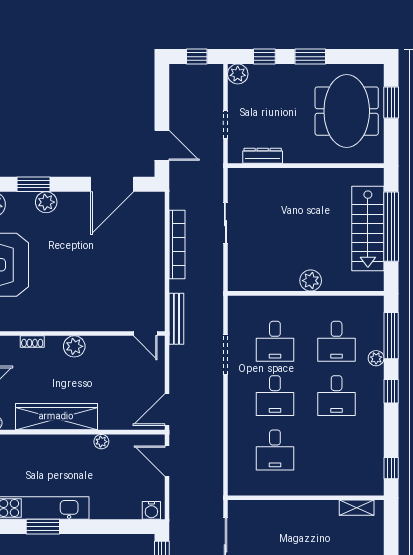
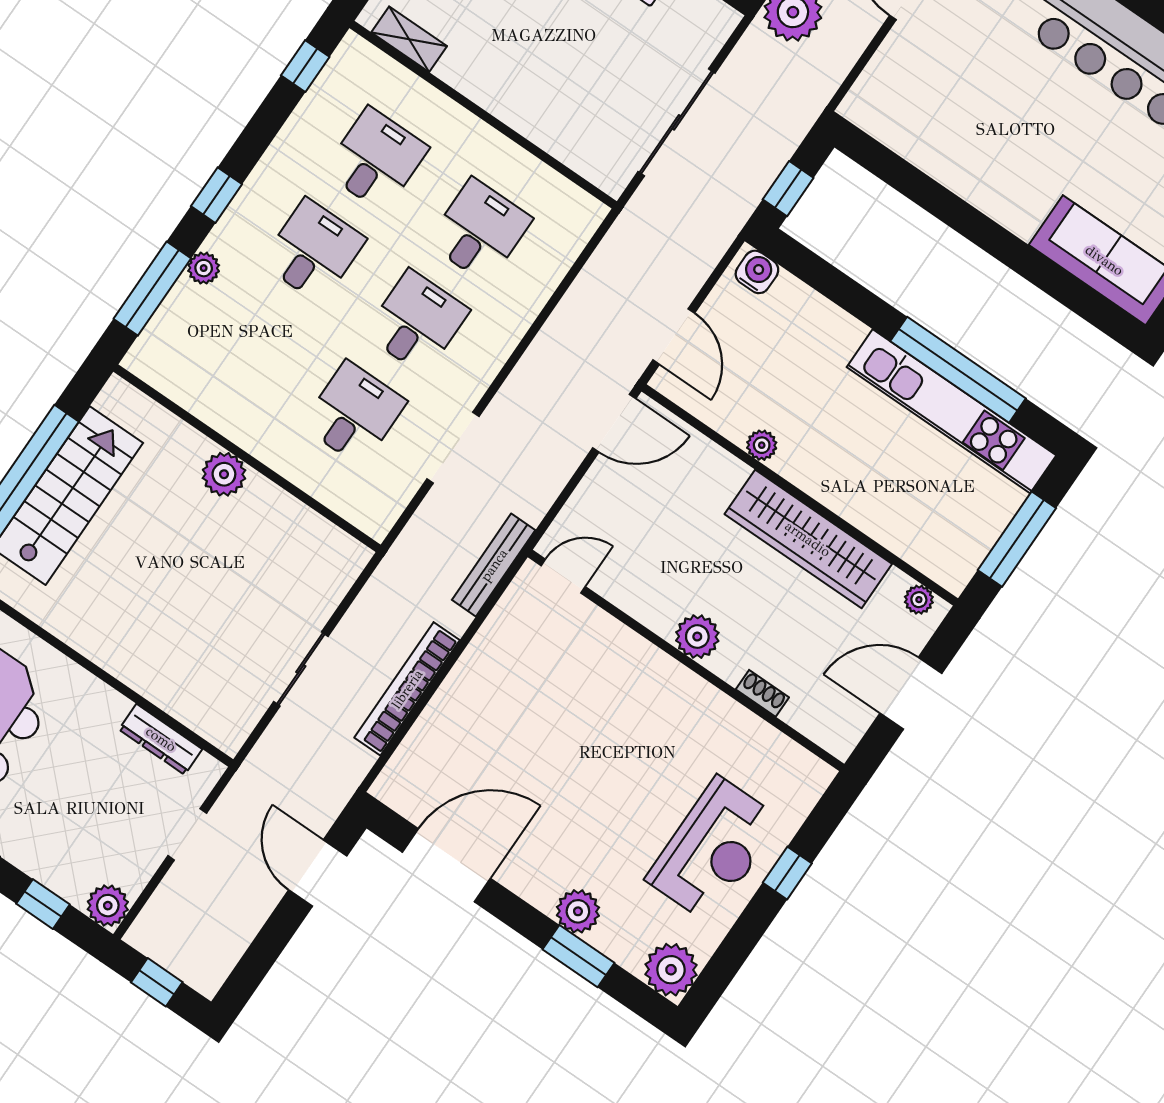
door: (145, 334) -> (563, 576), hinge flipped
desk: (337, 341) -> (376, 160), moved
window: (43, 527) -> (958, 370), width x2.11

